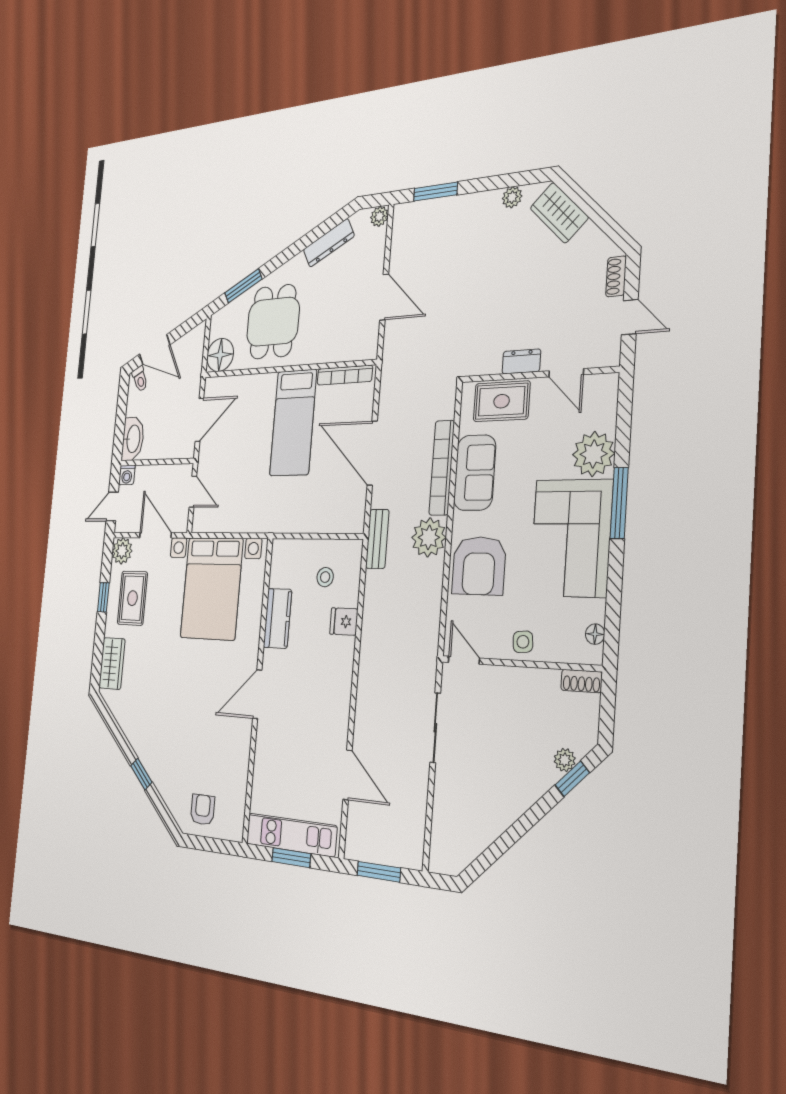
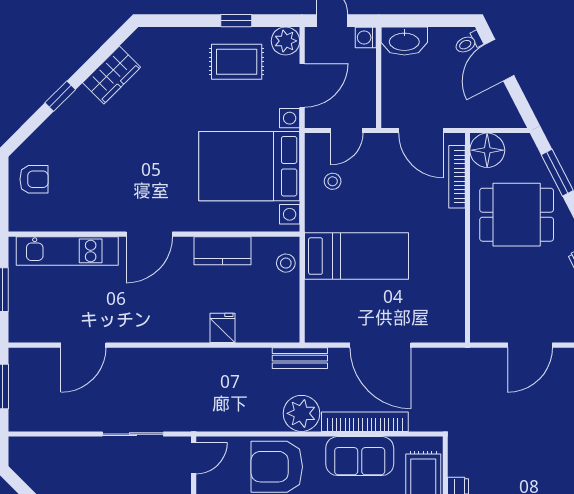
bookcase: (345, 375) -> (457, 177), moved
bed: (293, 423) -> (356, 256), moved, turned 180
door: (372, 453) -> (380, 345), swing flipped
stool: (231, 505) -> (333, 181), added
stool: (325, 577) -> (286, 263), moved
wardrobe: (112, 663) -> (112, 75), moved, turned -45
door: (257, 694) -> (149, 234), swing flipped
kitchen unit: (291, 835) -> (67, 251), moved, turned 90

